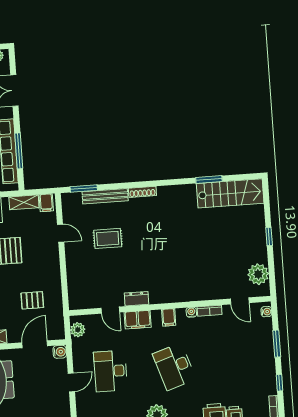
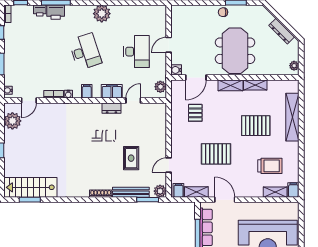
window: (209, 180) -> (30, 200), moved
plant: (69, 200) -> (160, 191), added
door: (61, 233) -> (169, 165), hinge flipped
rug: (108, 238) -> (131, 158), turned 90
pallet: (32, 300) -> (195, 113), turned 90
door: (240, 301) -> (29, 101), swing flipped
door: (110, 310) -> (133, 101), hinge flipped

